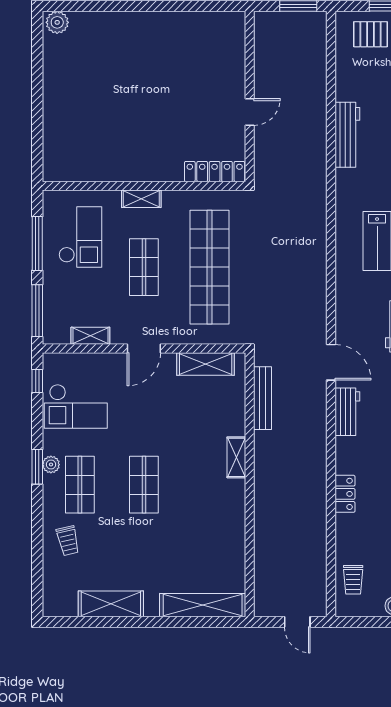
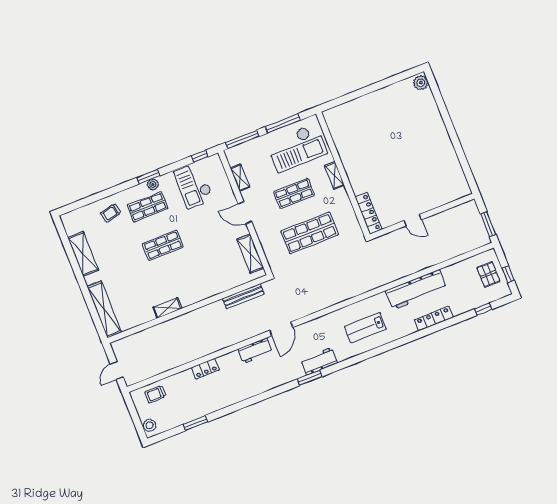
workbench: (347, 135) -> (416, 290), width x1.36, depth x1.32
checkout: (80, 237) -> (297, 148), width x1.36, depth x1.21
shop shelf: (209, 267) -> (310, 233), width x0.71
shelving: (236, 457) -> (167, 308), moved

